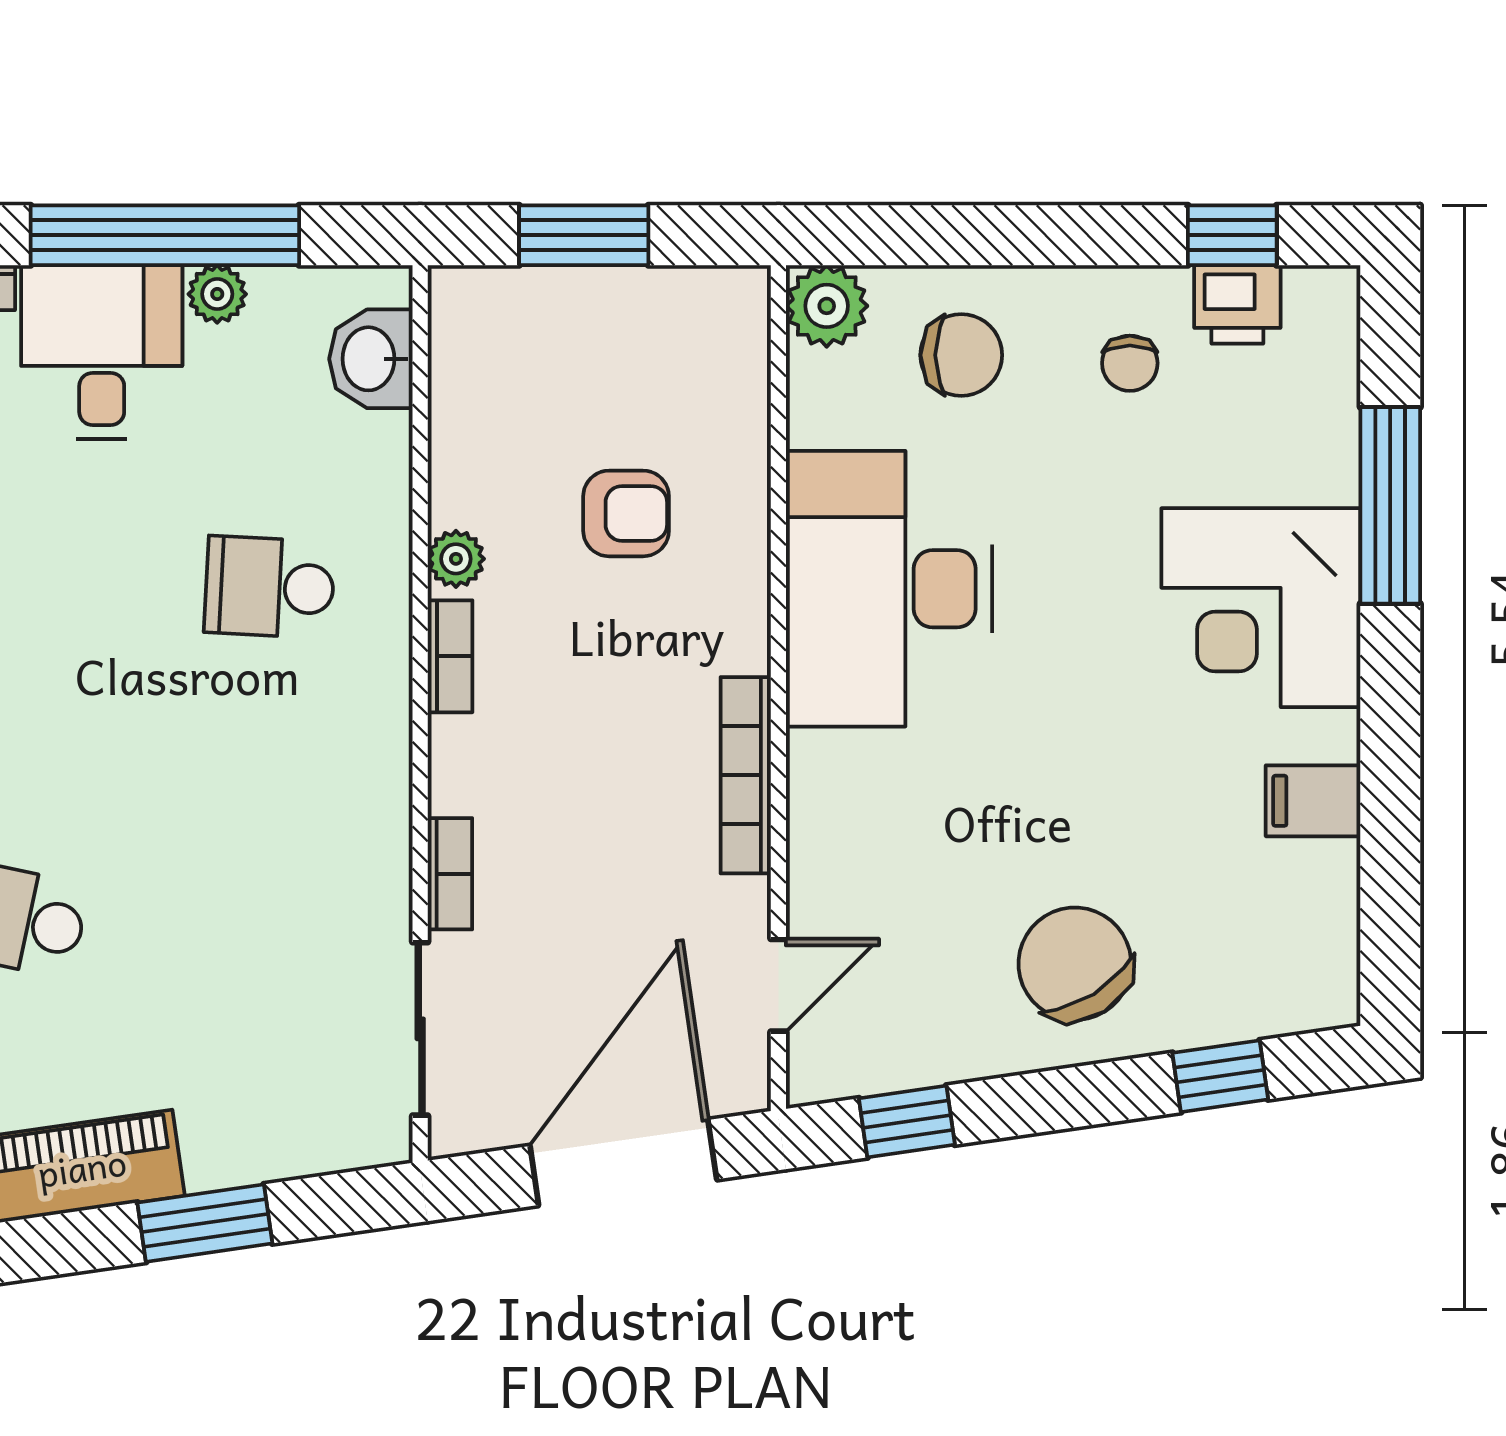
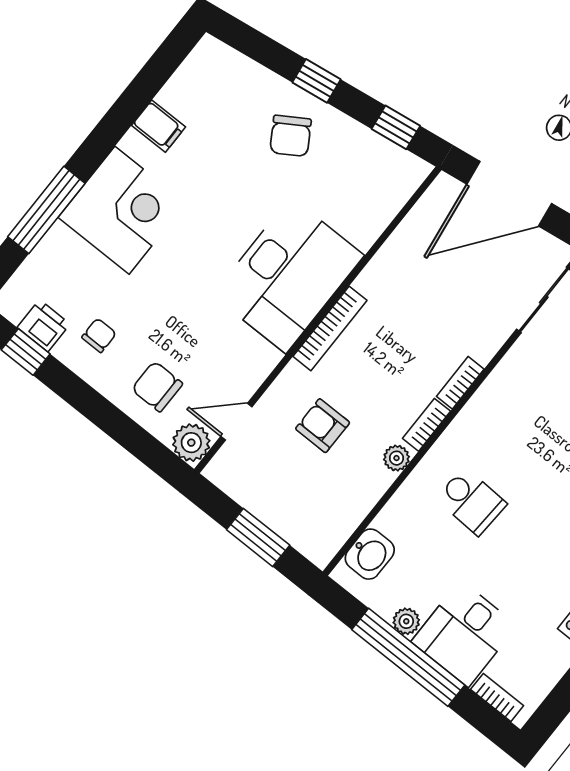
desk: (889, 589) -> (288, 275), moved
bookcase: (746, 775) -> (330, 328), moved
bookcase: (450, 874) -> (460, 383), moved
chair: (1075, 964) -> (291, 136), width x0.73, depth x0.73
door: (778, 985) -> (236, 422), moved
window: (1220, 1076) -> (316, 81), moved

